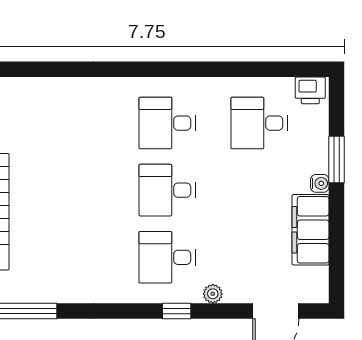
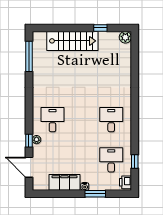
window: (263, 69) -> (135, 162), added
desk: (167, 190) -> (82, 120), removed
window: (177, 311) -> (29, 141), moved

